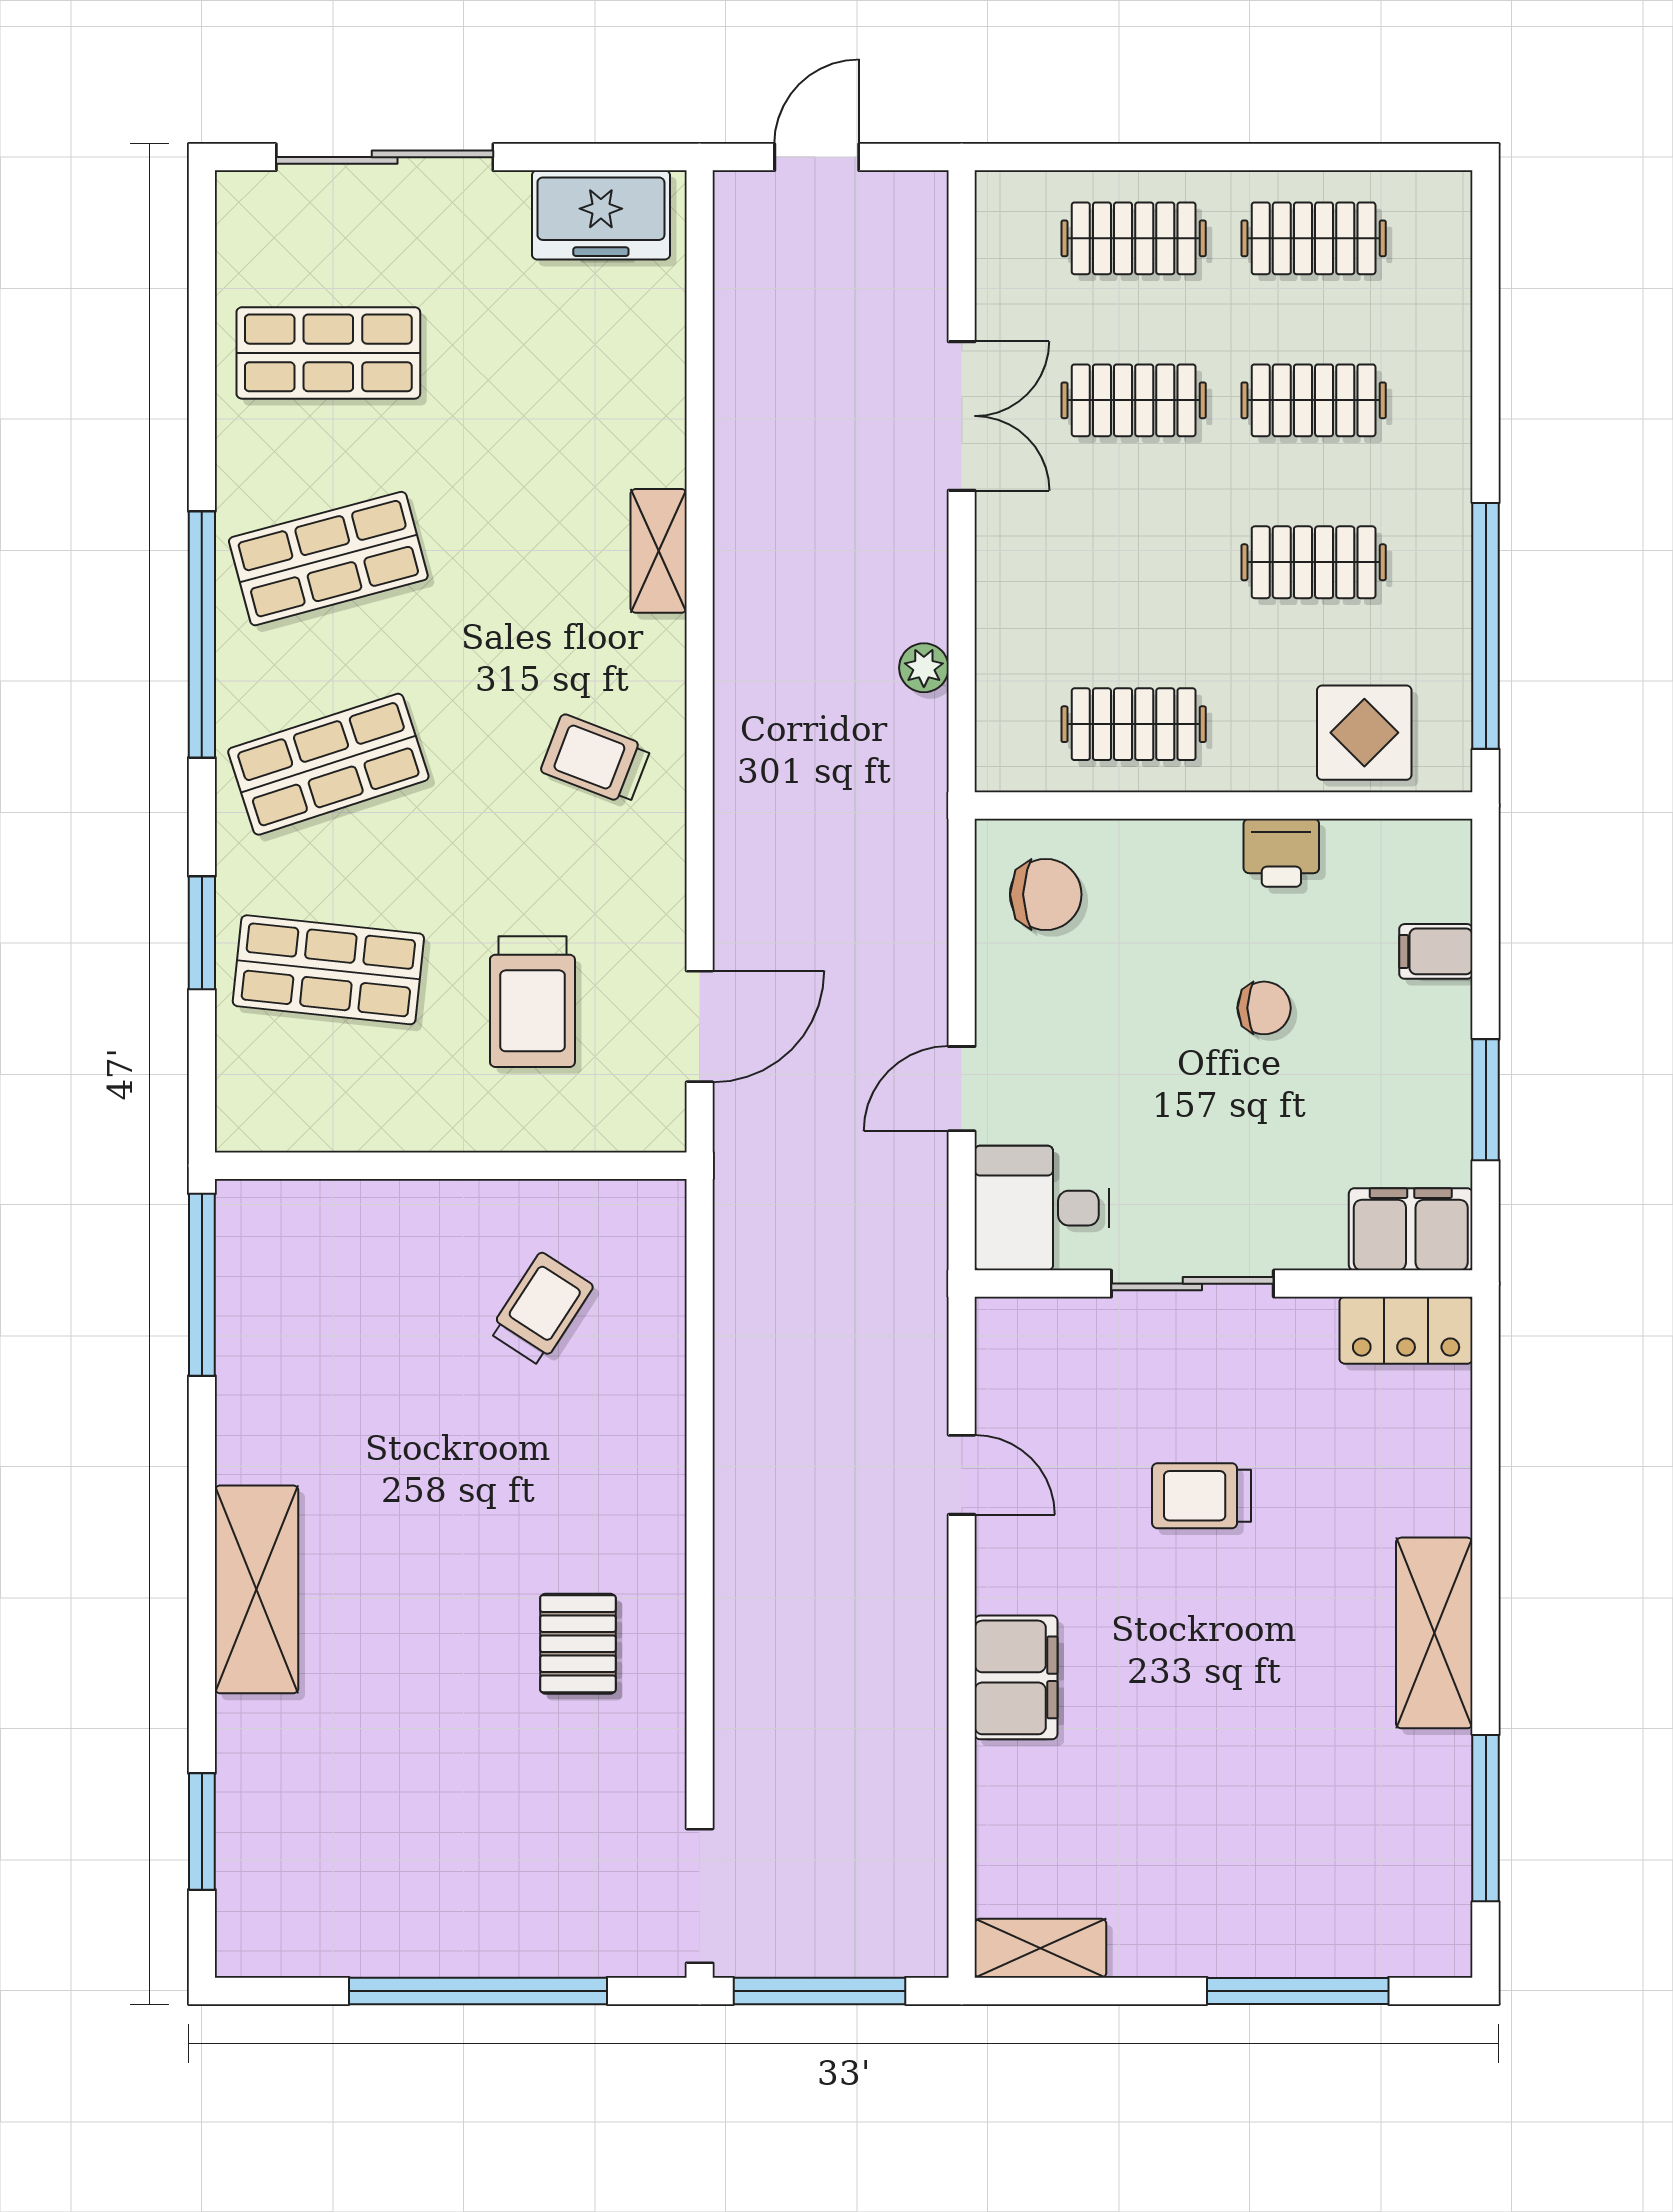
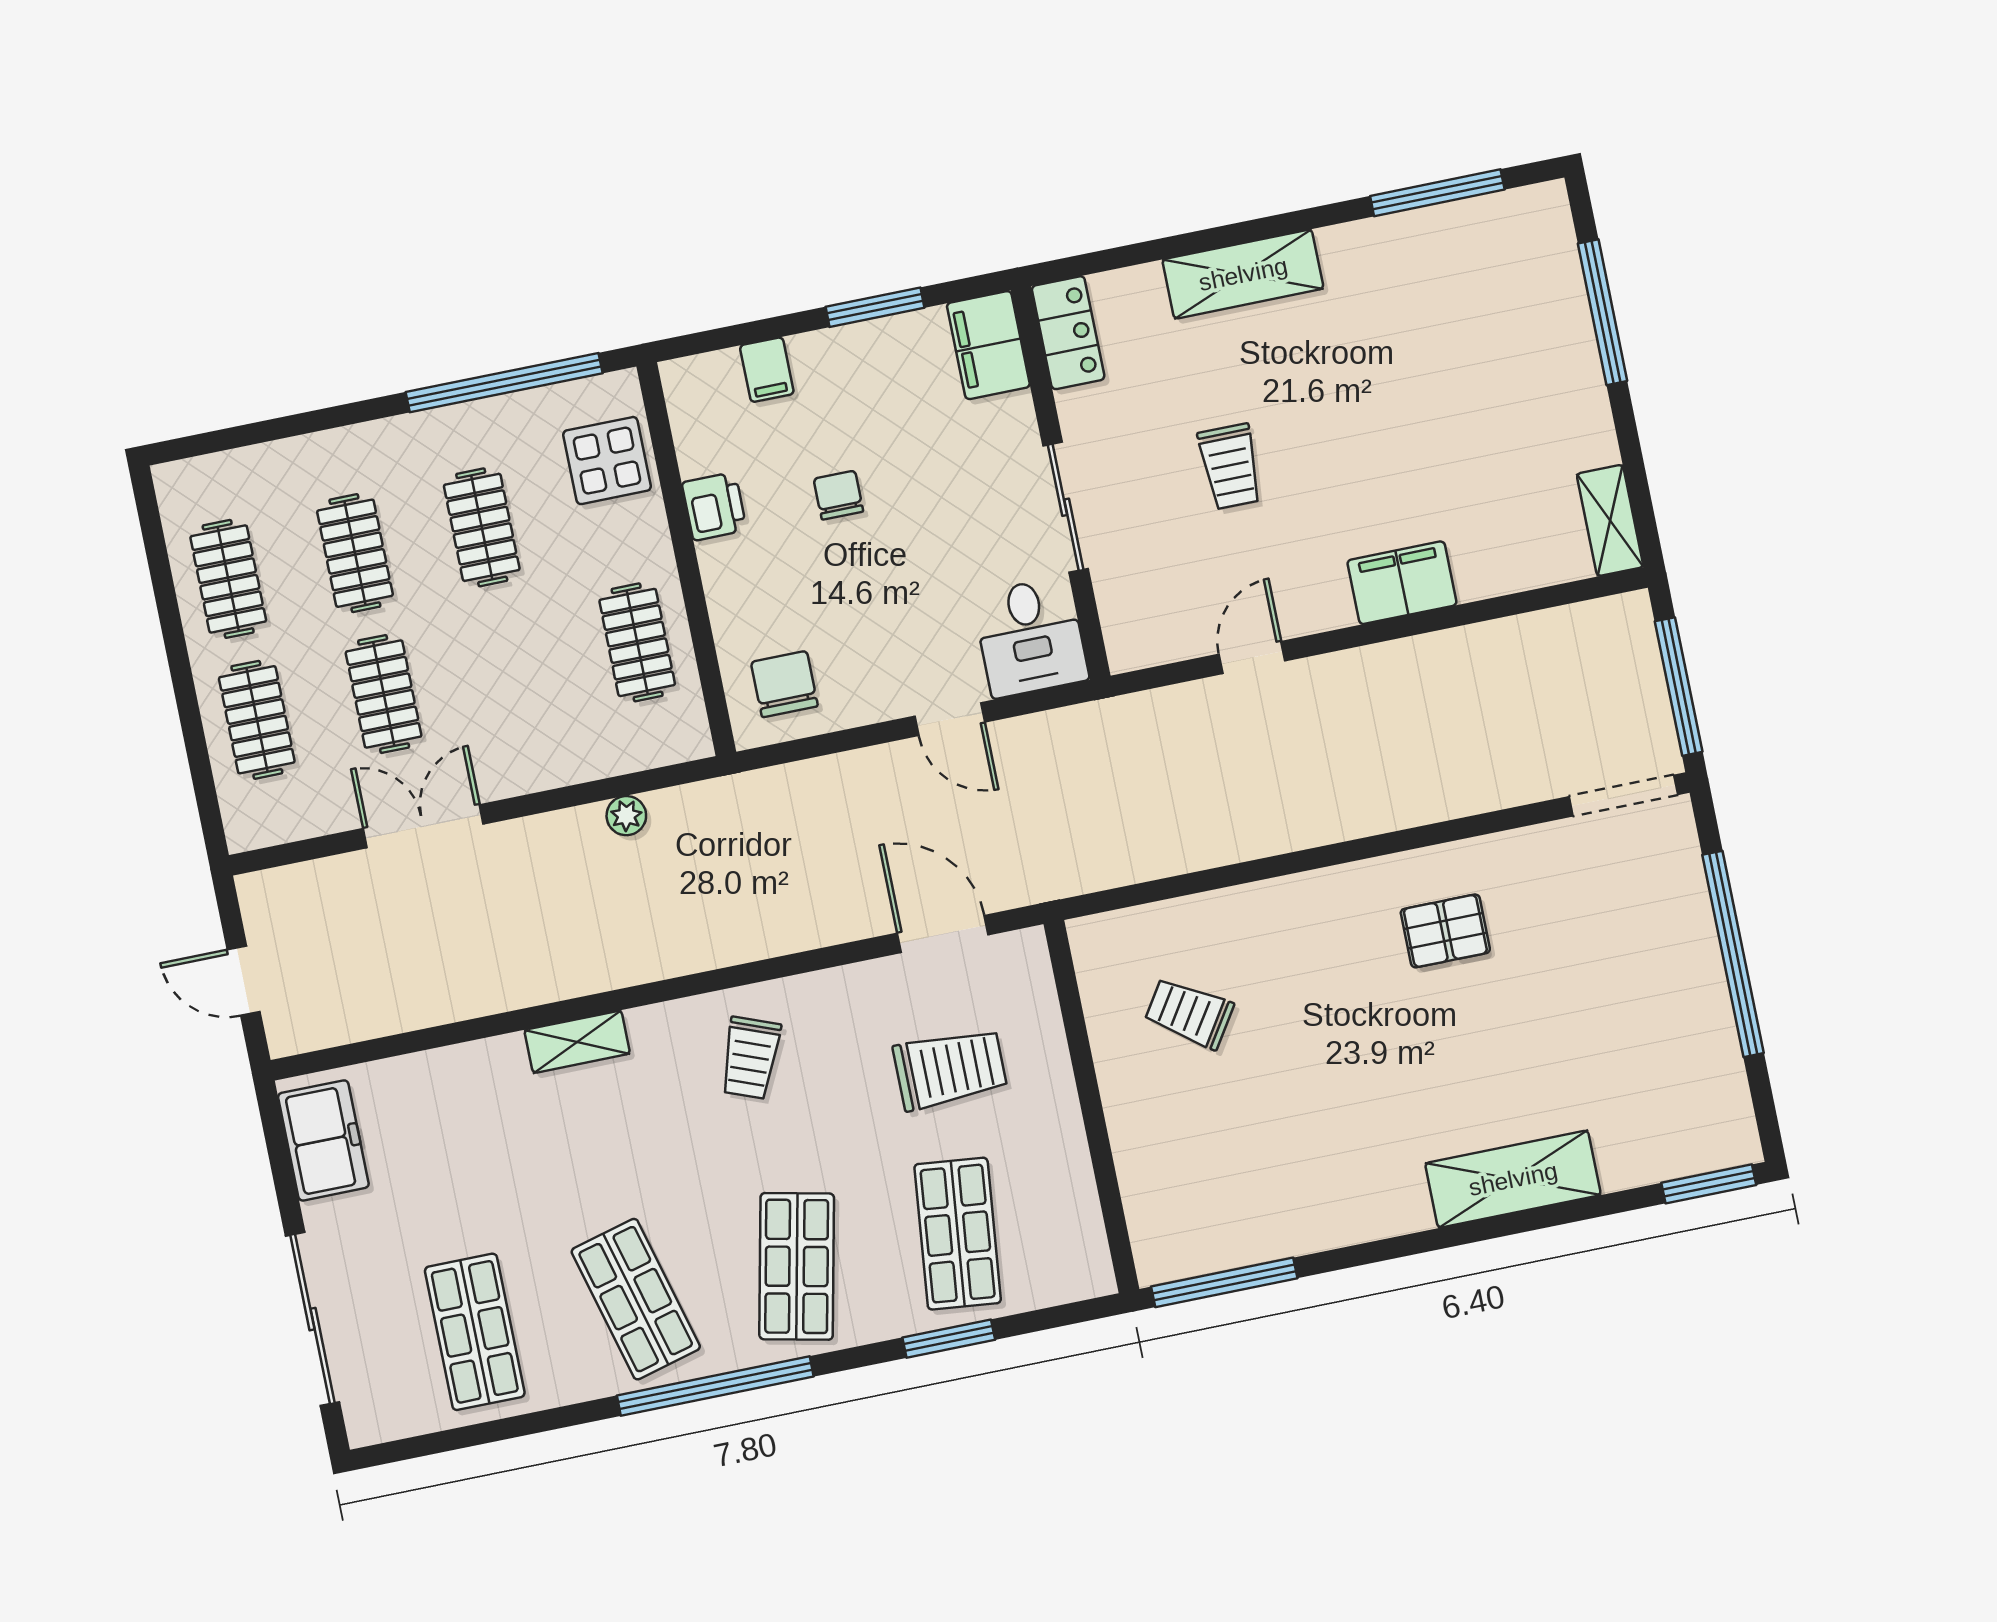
shop shelf: (328, 764) -> (797, 1266), turned 30
shelving: (257, 1589) -> (1513, 1179), moved
shelving: (1434, 1633) -> (1243, 274), moved
window: (202, 1831) -> (1709, 1184), moved

